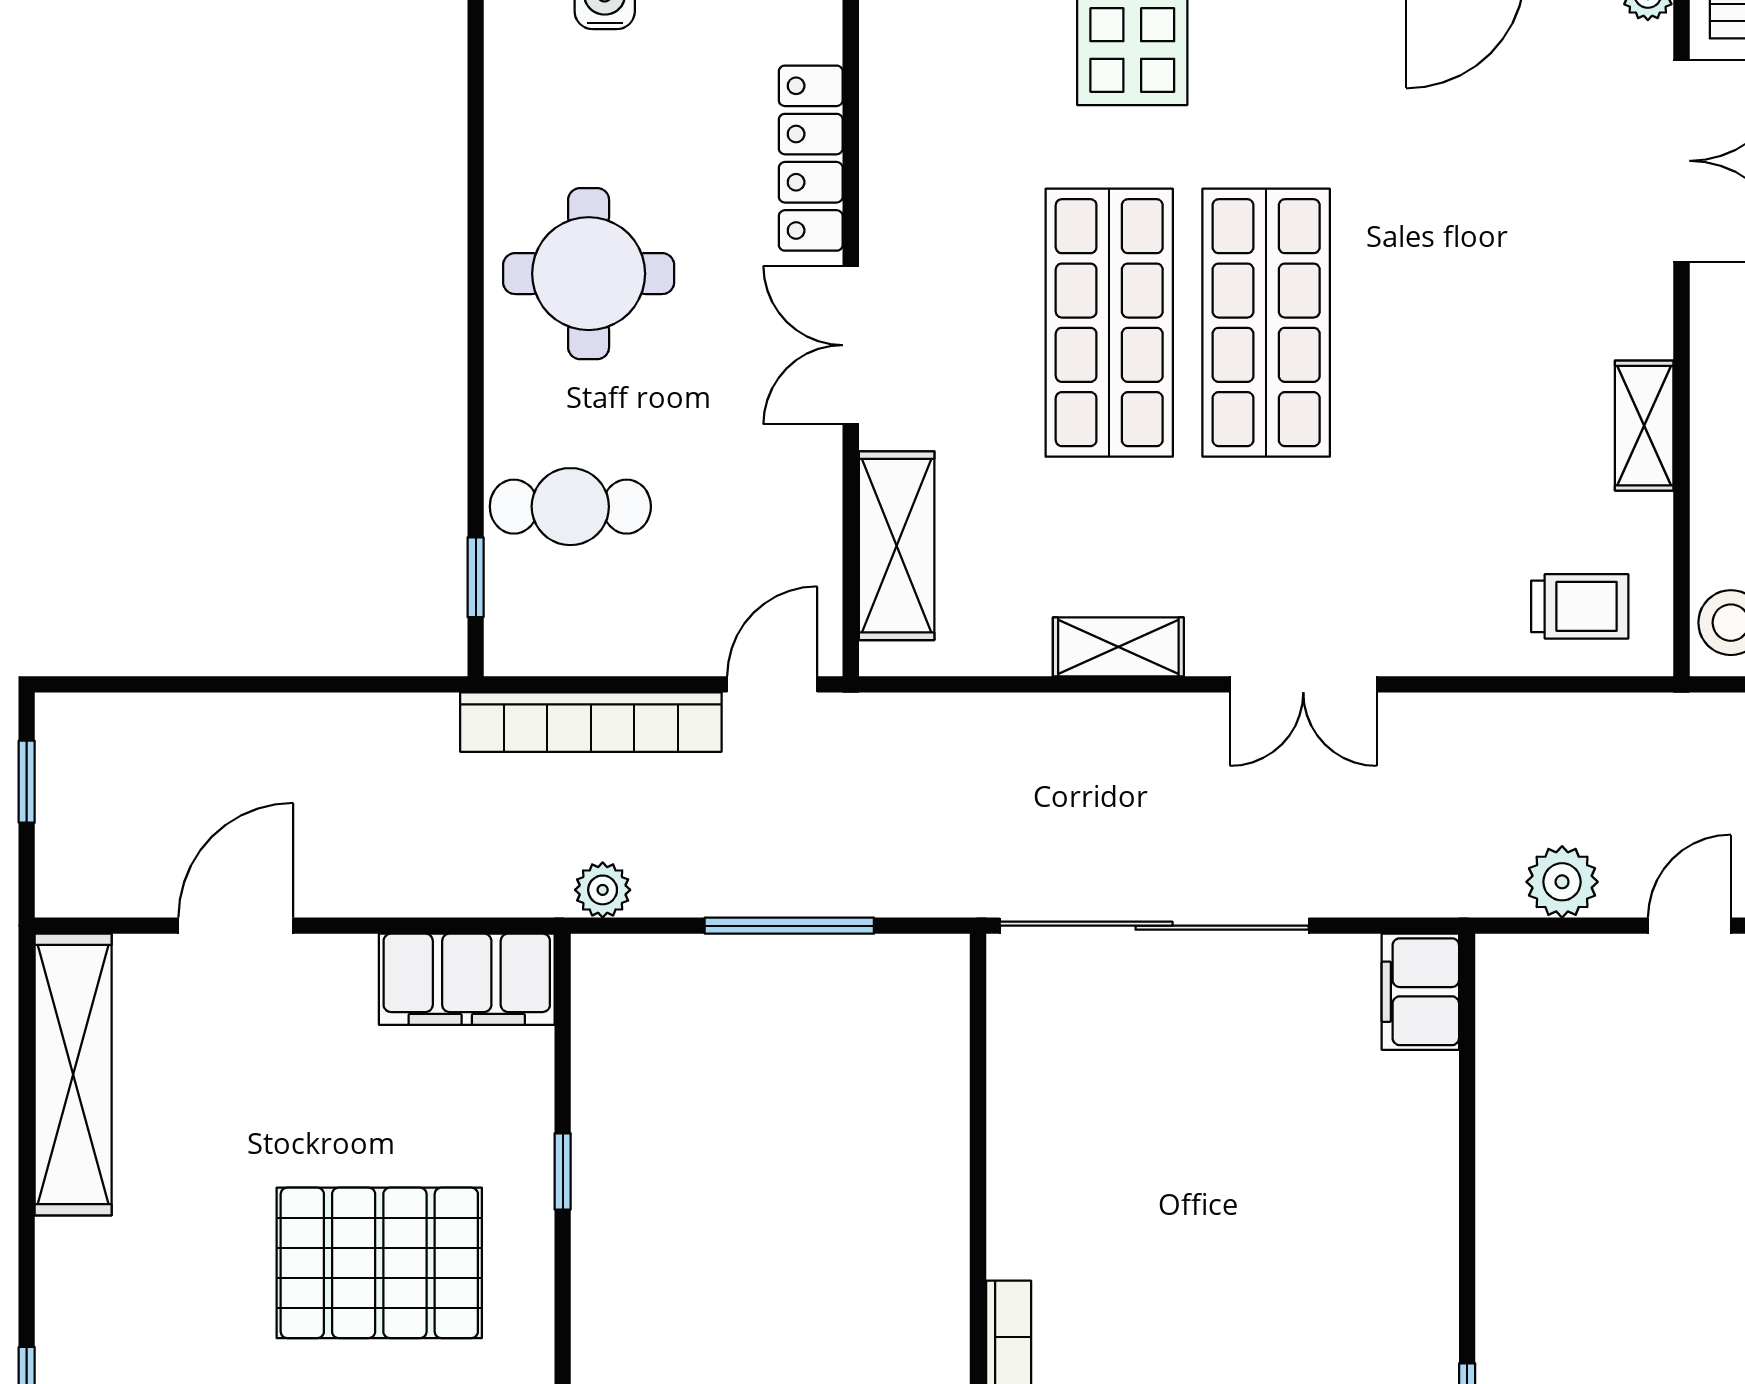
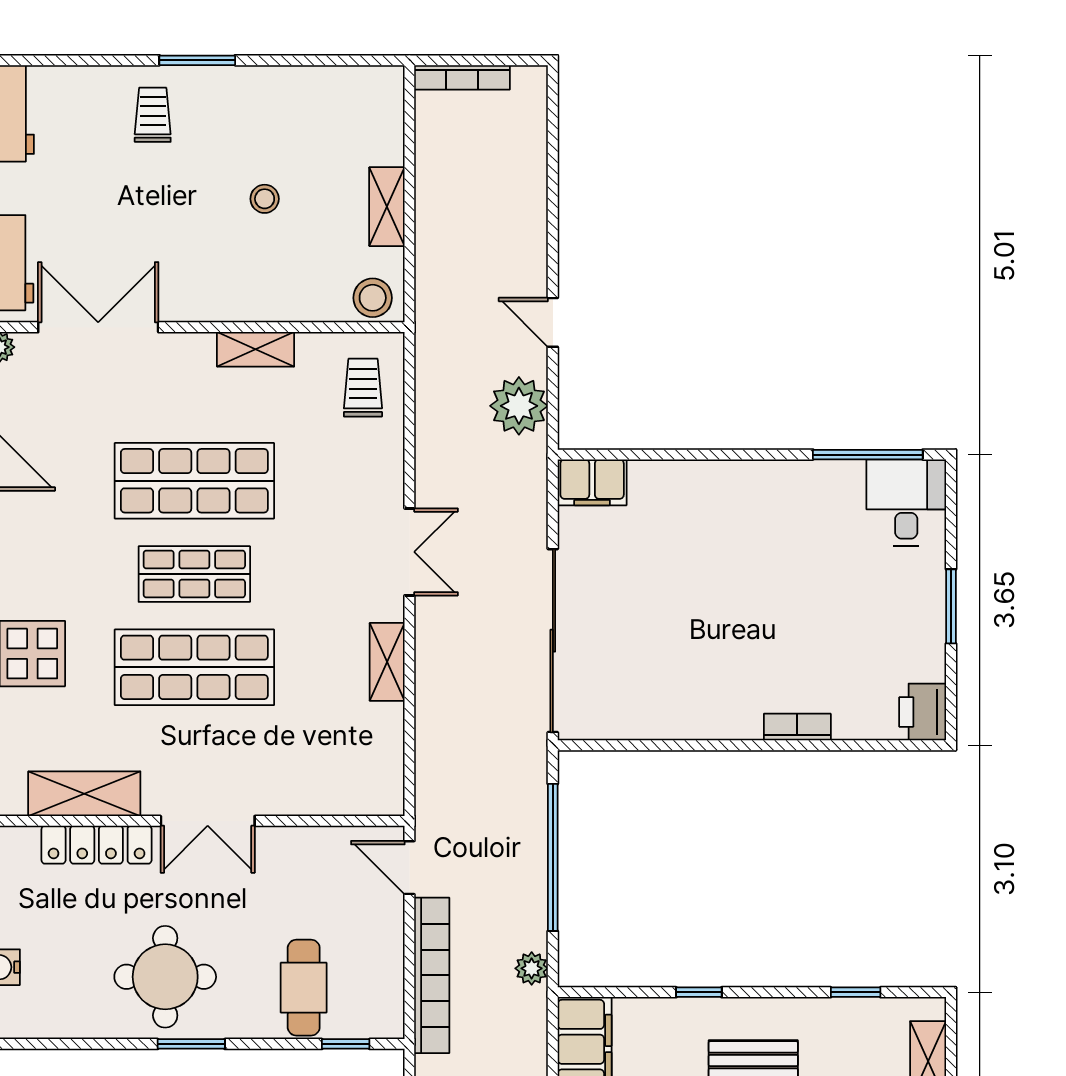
window: (476, 318) -> (191, 1044), added
shop shelf: (1266, 323) -> (194, 574), width x0.70, depth x0.74
shop shelf: (1423, 323) -> (194, 481), added
shelving: (897, 546) -> (84, 794), moved
plant: (1562, 882) -> (519, 406), width x1.36, depth x1.36
window: (789, 926) -> (553, 857), width x1.46

